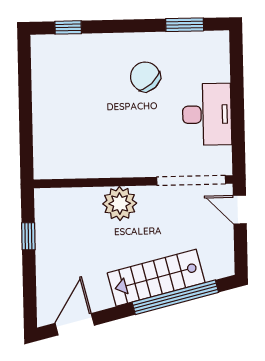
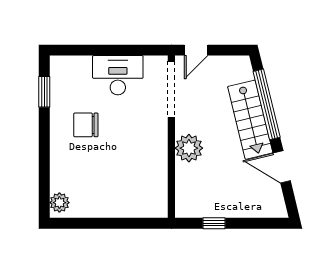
window: (68, 27) -> (44, 187), removed
plant: (49, 47) -> (59, 203), added
chair: (145, 77) -> (86, 125), turned 42
door: (75, 324) -> (282, 167), moved

